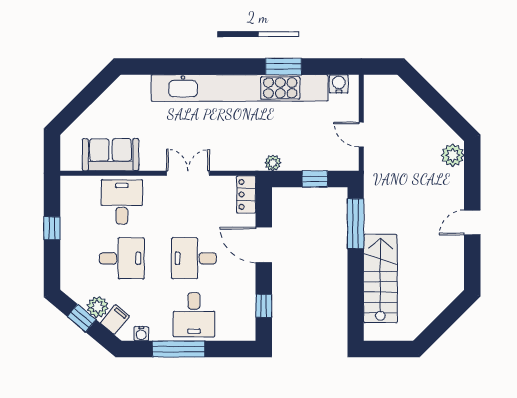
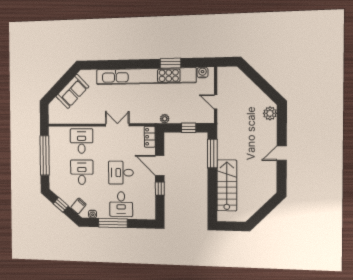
sofa: (111, 155) -> (72, 91), moved, turned 135
window: (52, 228) -> (45, 155), width x3.17
desk: (122, 258) -> (82, 172), turned -90
window: (264, 306) -> (160, 189), moved
plant: (98, 307) -> (69, 199), removed

